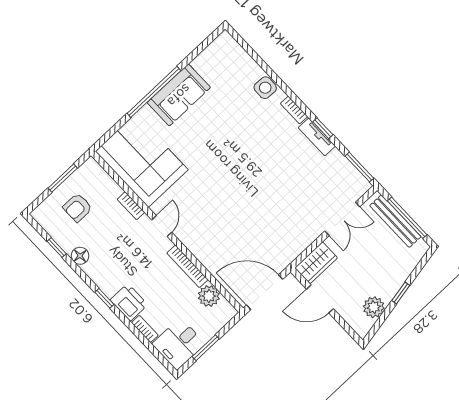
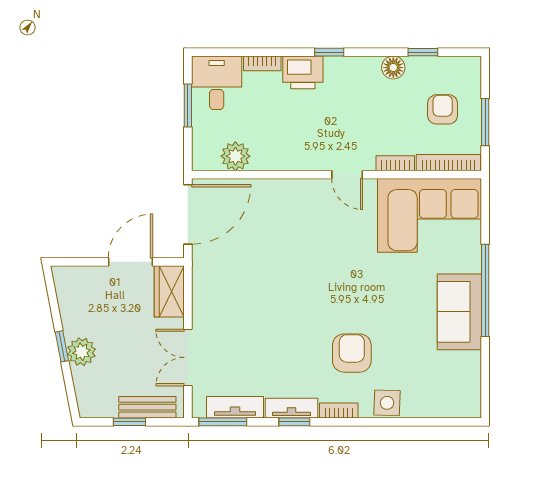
armchair: (256, 132) -> (352, 353), added
tv unit: (345, 168) -> (235, 407), added
window: (407, 218) -> (129, 422), width x0.46
bench: (395, 221) -> (147, 407), width x0.73
bookcase: (187, 266) -> (448, 163), moved
plant: (374, 307) -> (81, 352), moved

